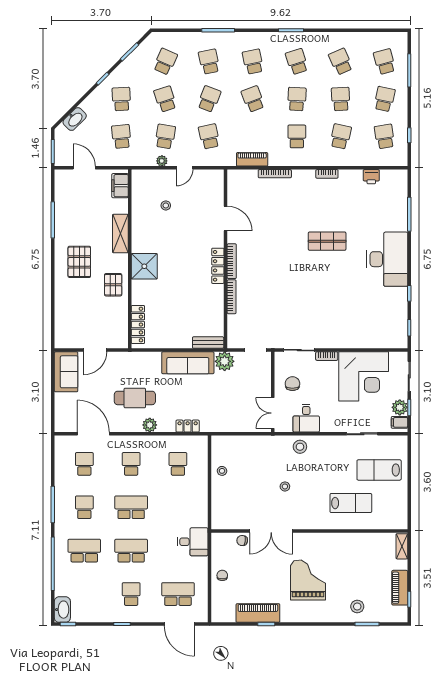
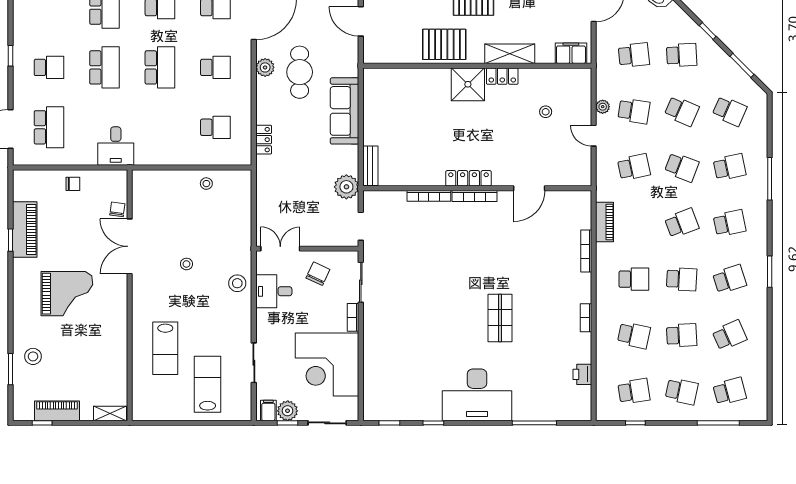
school desk: (165, 99) -> (682, 111), turned 42
pallet: (113, 285) -> (444, 44), width x1.50, depth x1.42
locker: (138, 325) -> (502, 76), moved, width x0.66
sofa: (188, 363) -> (345, 111), moved
chair: (292, 384) -> (318, 274), turned -65
plant: (150, 425) -> (265, 67), moved

